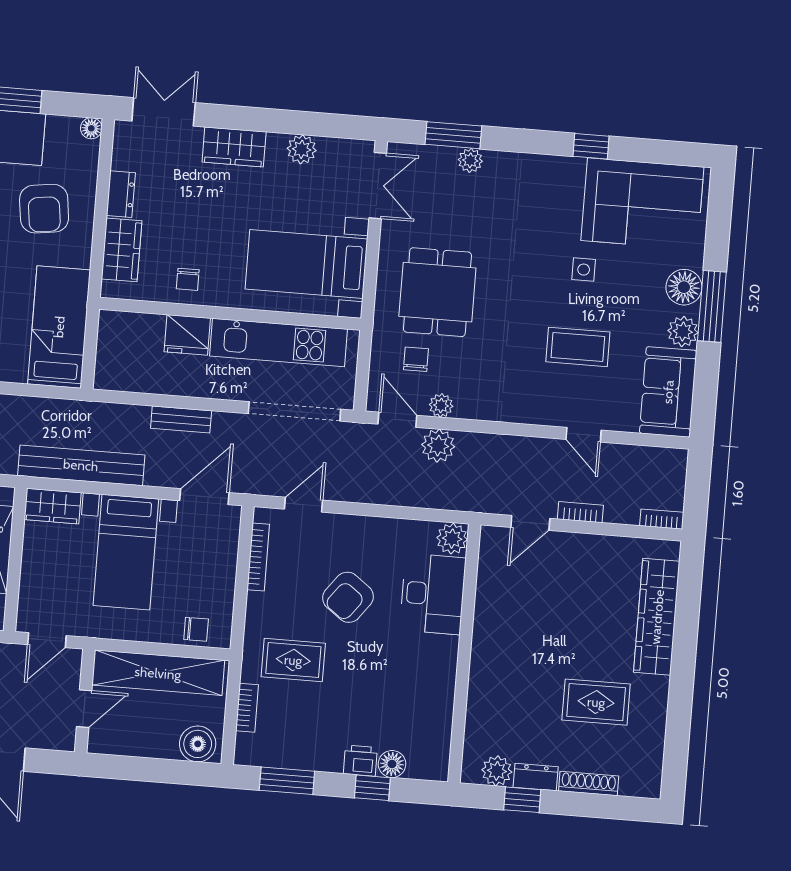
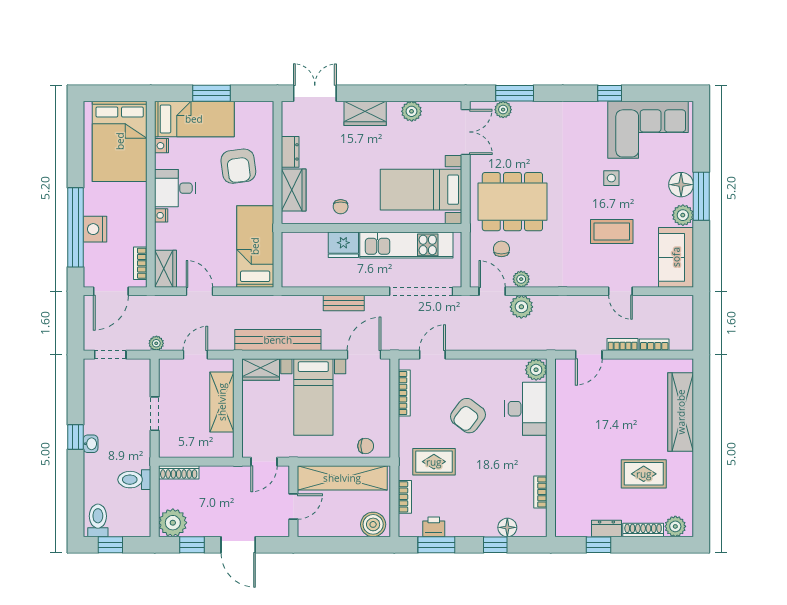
floor lamp: (91, 128) -> (266, 108), removed
plant: (470, 160) -> (503, 110), moved
dining table: (437, 292) -> (512, 202), width x1.38
bookcase: (662, 519) -> (654, 345), moved
bookcase: (444, 716) -> (540, 492), added
printer: (360, 761) -> (434, 527), moved
plant: (497, 771) -> (675, 526), moved

